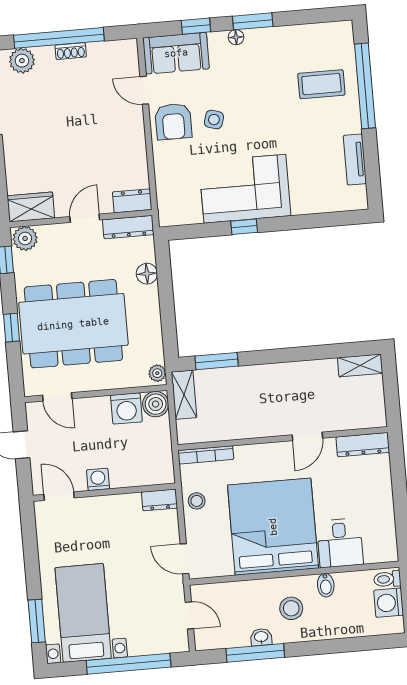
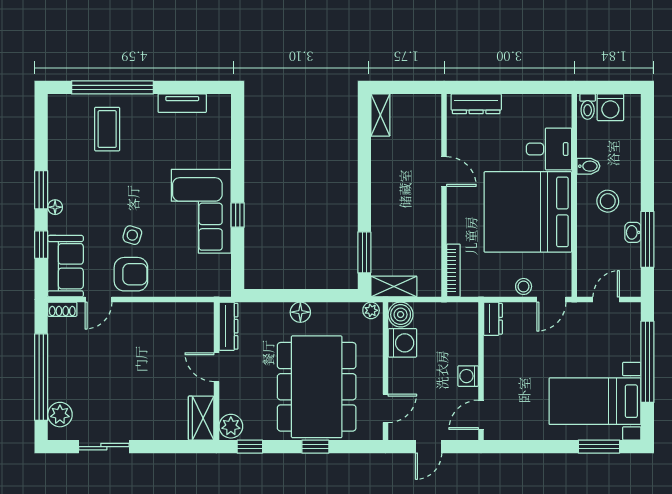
shoe rack: (71, 51) -> (62, 309), moved, turned 90
dresser: (132, 201) -> (204, 320), removed
floor lamp: (147, 274) -> (300, 312), moved
dresser: (363, 445) -> (476, 104), moved, turned 90
stool: (197, 501) -> (524, 286), moved

